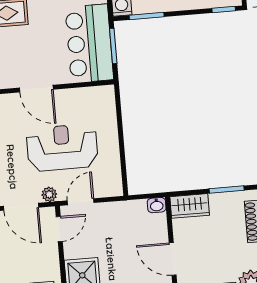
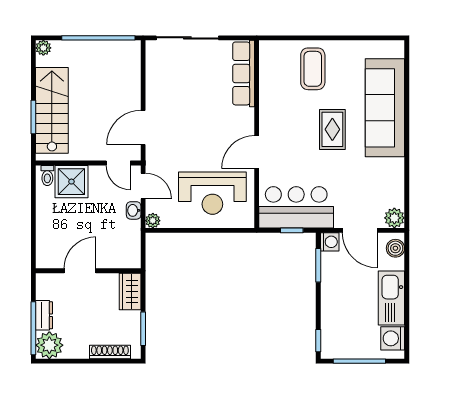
window: (113, 46) -> (292, 230), width x0.67
reception desk: (62, 148) -> (212, 193), moved, turned 90
plant: (49, 194) -> (153, 221), moved
washbasin: (157, 205) -> (134, 210), moved

